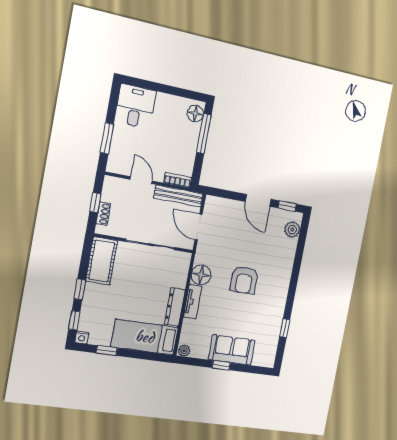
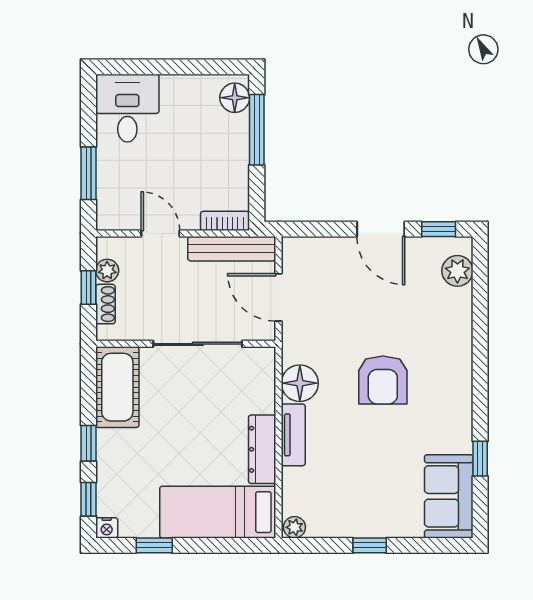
plant: (108, 195) -> (107, 271), added
sofa: (232, 350) -> (449, 496), moved, turned -90

